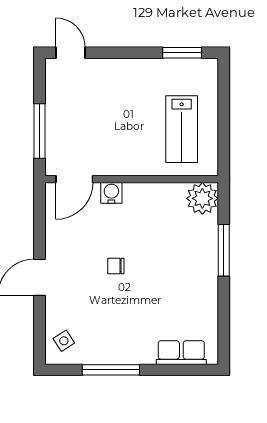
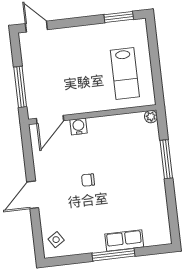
plant: (202, 198) -> (151, 117), width x0.53, depth x0.53
row of seats: (181, 353) -> (124, 241), moved
window: (111, 370) -> (113, 255), moved

